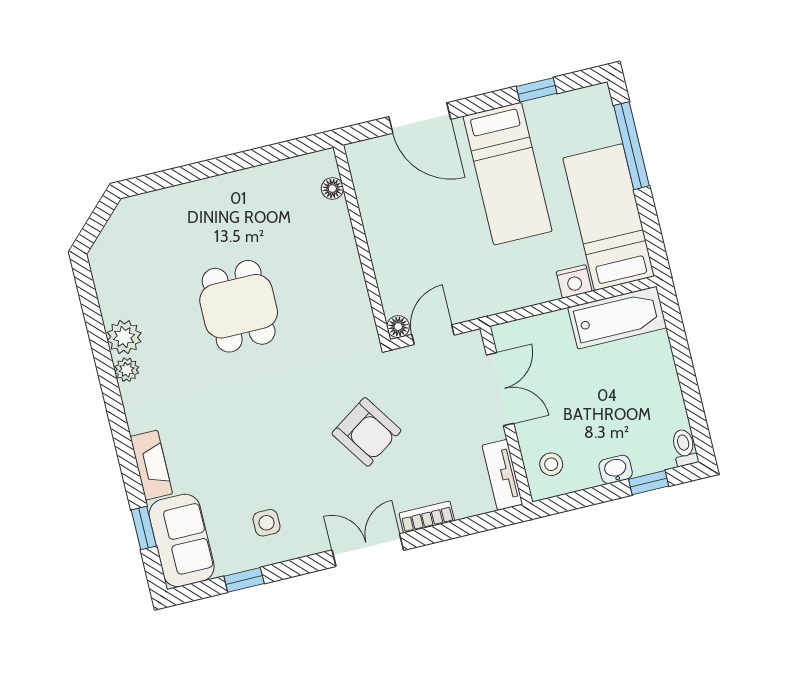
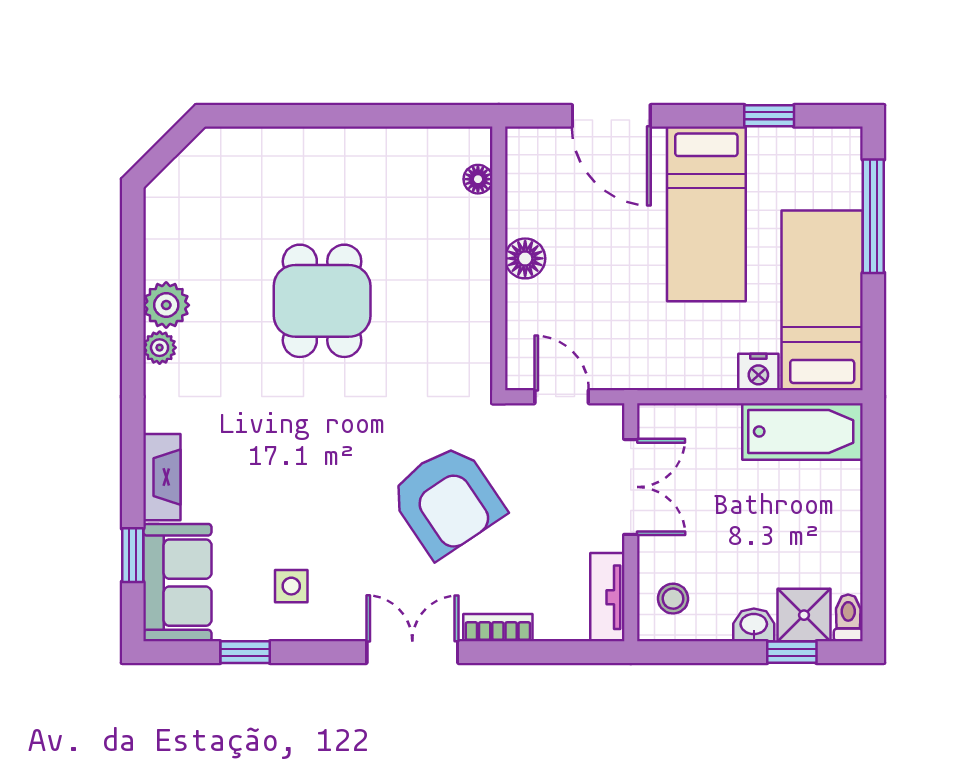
floor lamp: (398, 327) -> (525, 258), moved, width x1.37, depth x1.37
door: (433, 335) -> (562, 397), hinge flipped
armchair: (366, 432) -> (447, 501), width x1.36, depth x1.36
shower: (651, 453) -> (804, 615), added

